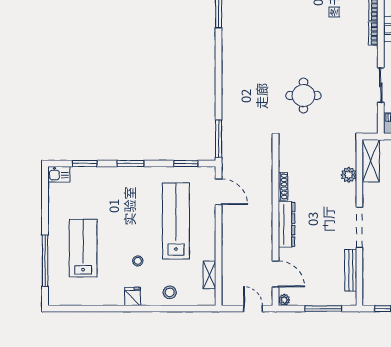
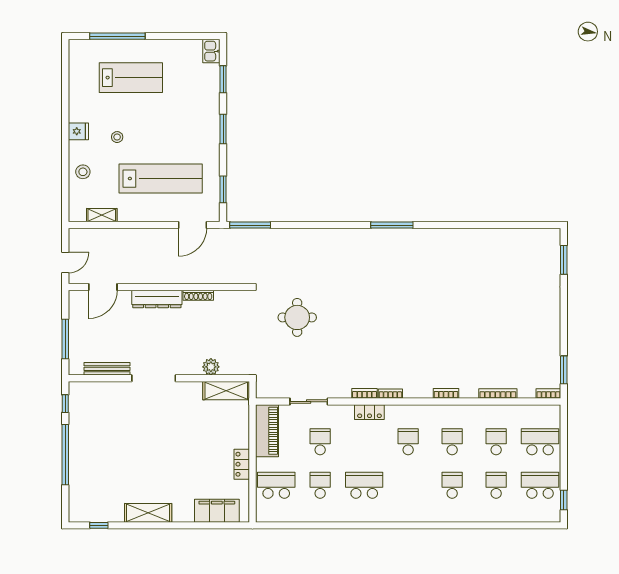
plant: (284, 300) -> (75, 296), removed

